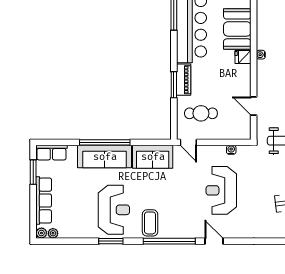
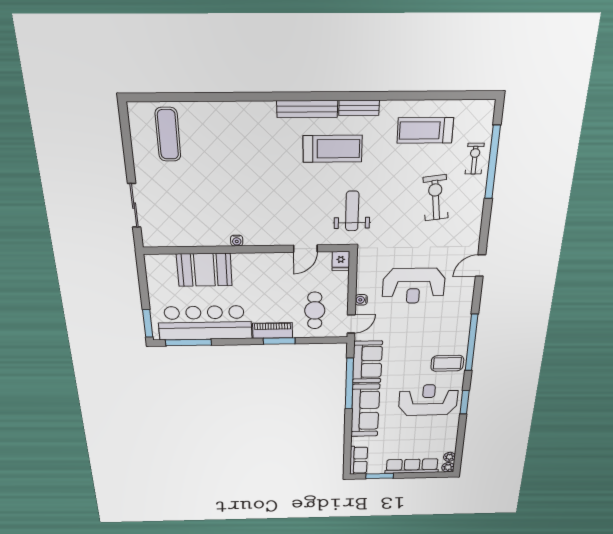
fridge: (243, 57) -> (341, 261), moved
window: (105, 142) -> (349, 384), moved
water cooler: (231, 150) -> (361, 300), moved
door: (214, 241) -> (480, 266), moved

